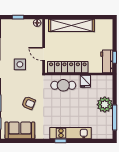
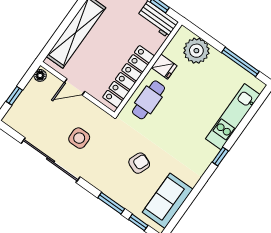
door: (44, 54) -> (75, 87), moved
plant: (105, 105) -> (196, 51), moved
kitchen unit: (71, 133) -> (233, 117), moved

